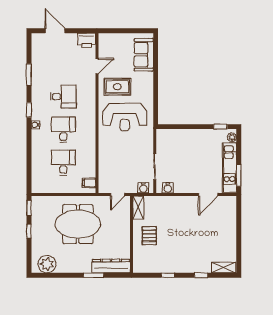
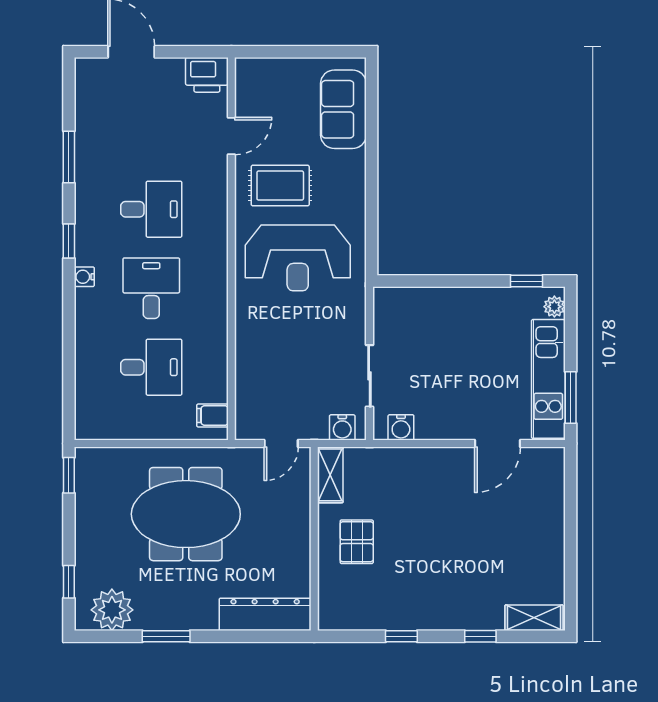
desk: (63, 163) -> (151, 367), turned 90
window: (29, 231) -> (69, 582), moved
window: (94, 275) -> (166, 636), moved

